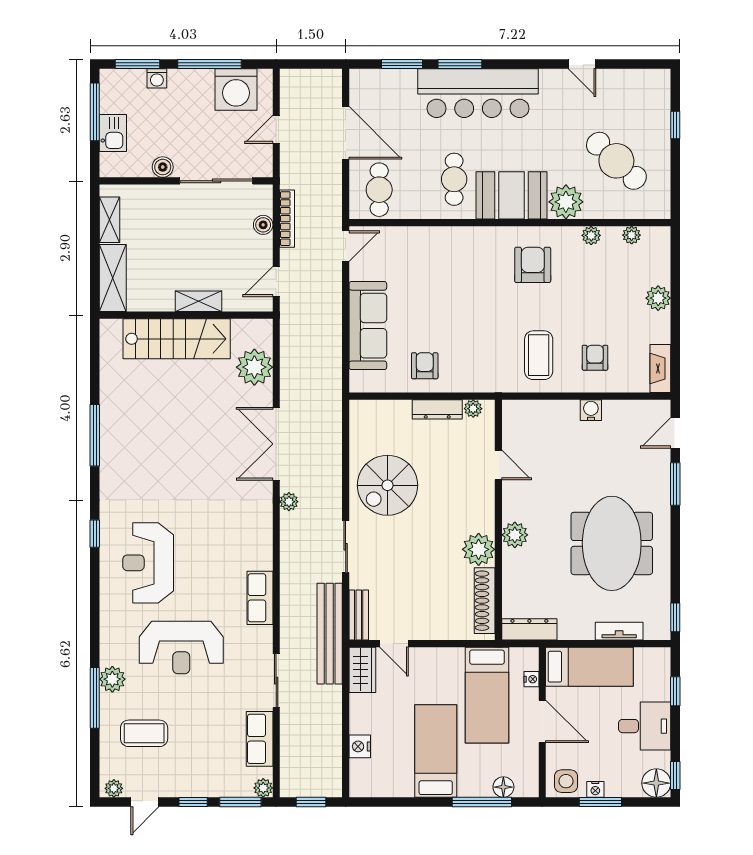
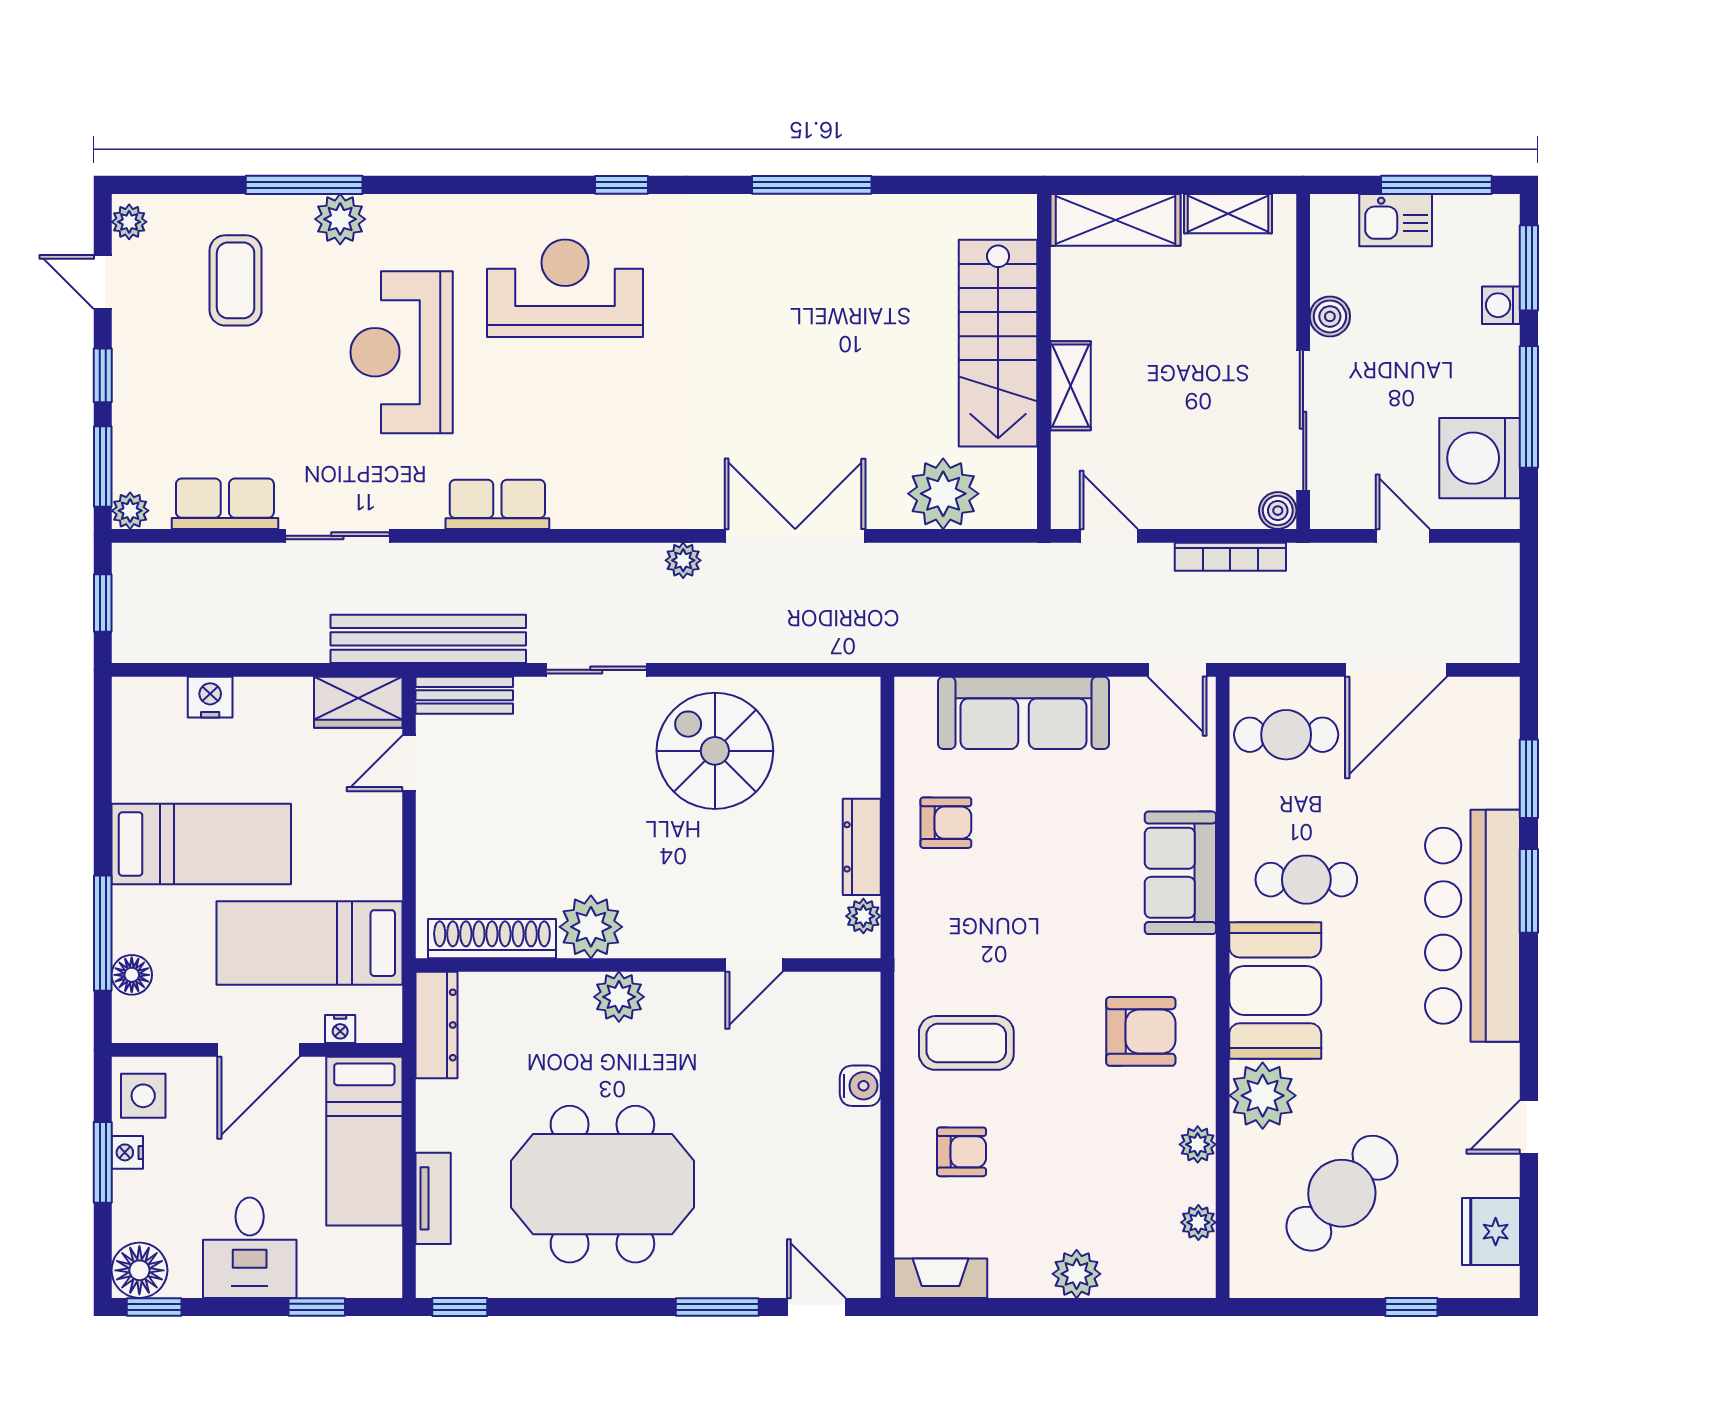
fridge: (636, 84) -> (1491, 1232), added
boiler: (263, 225) -> (1278, 511), moved
sofa: (451, 244) -> (1180, 873), added
water cooler: (591, 410) -> (860, 1086), moved

